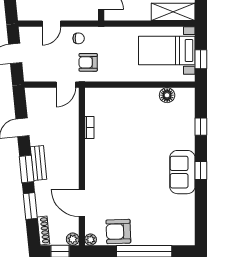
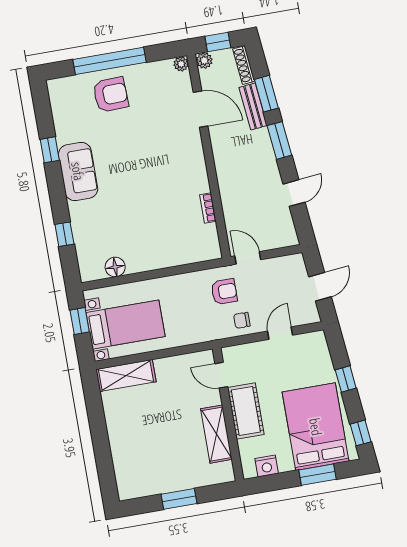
door: (66, 85) -> (248, 258), hinge flipped
bench: (39, 163) -> (253, 107), moved
window: (201, 171) -> (50, 150), moved
armchair: (118, 231) -> (111, 95), moved

